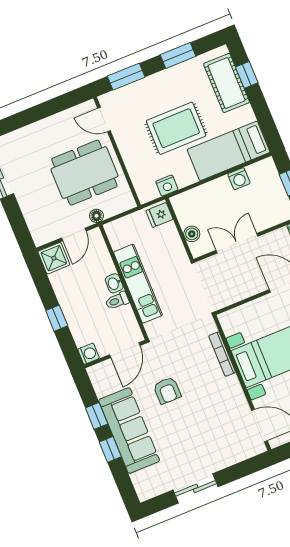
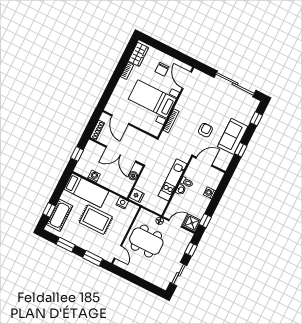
window: (19, 225) -> (191, 249), added
double door: (237, 243) -> (121, 154), width x1.37
window: (57, 318) -> (205, 221), moved
washing machine: (89, 354) -> (209, 193), moved
sofa: (129, 431) -> (233, 136), width x0.73
window: (110, 449) -> (256, 119), moved
sliding door: (196, 488) -> (235, 84), width x1.86

